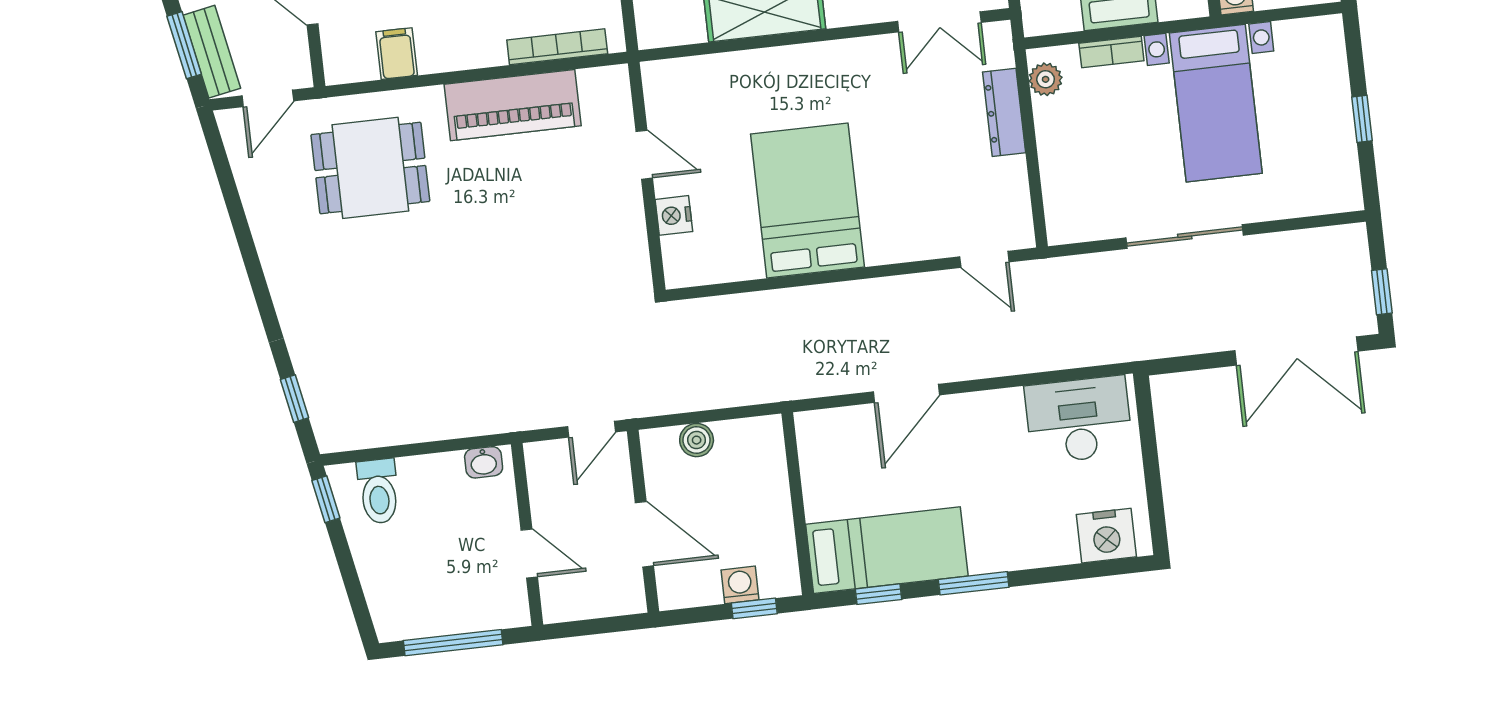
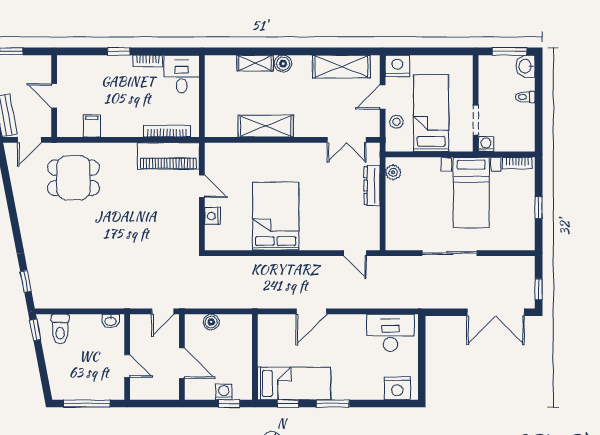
bookcase: (1111, 52) -> (517, 163), moved
piano: (513, 105) -> (168, 156), moved

